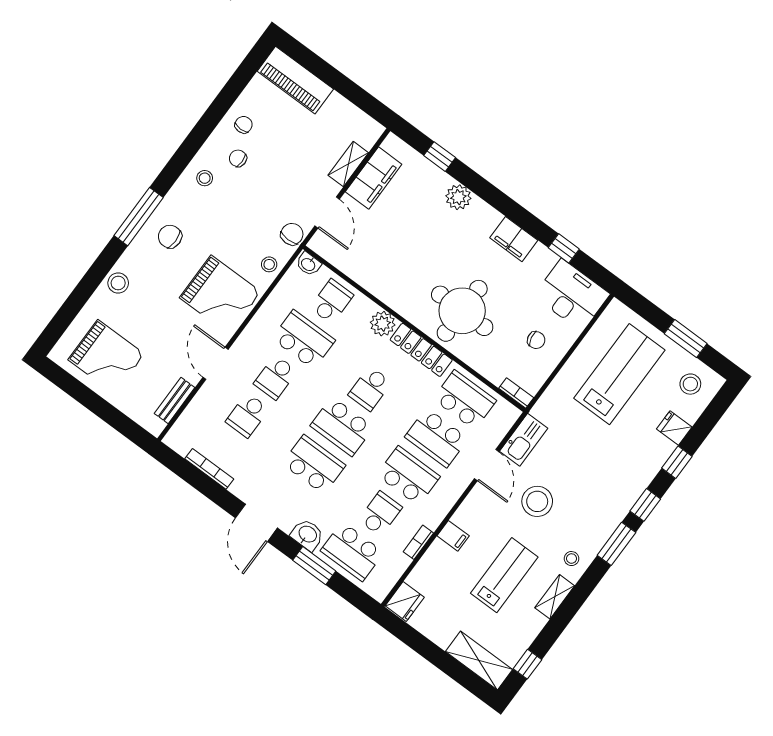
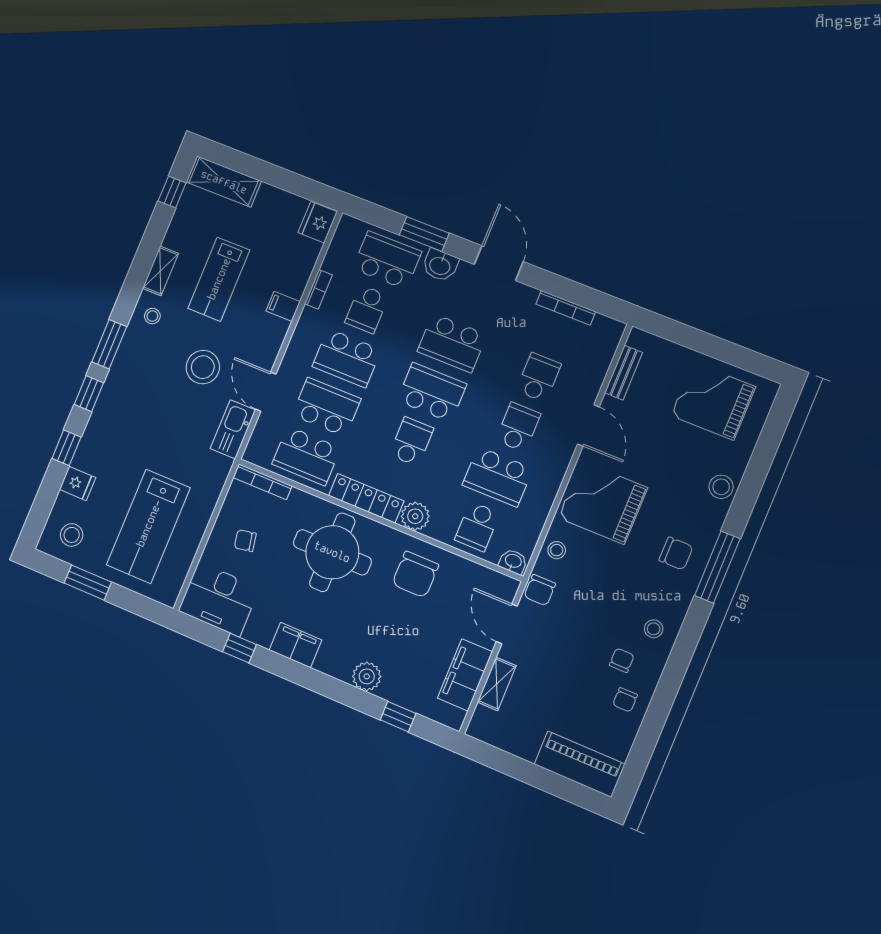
chair: (238, 158) -> (622, 660), turned -90
chair: (395, 274) -> (415, 574), added
bookcase: (516, 393) -> (262, 482), width x1.56

